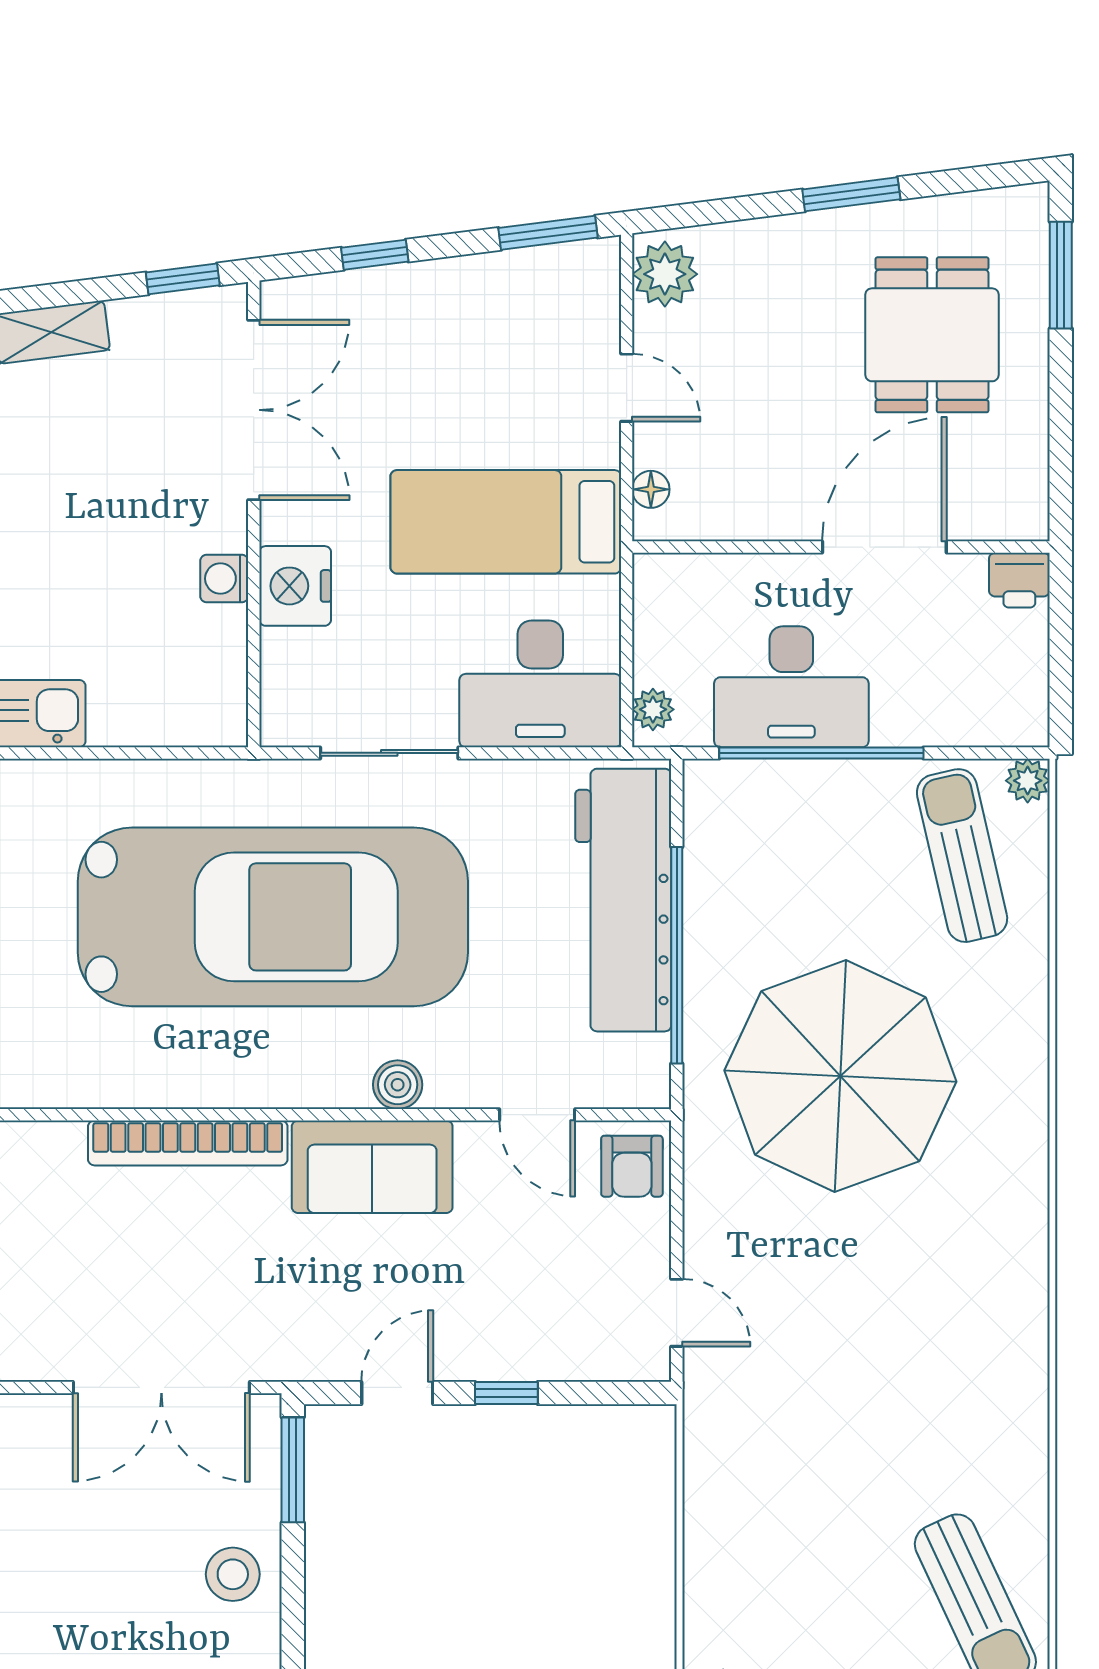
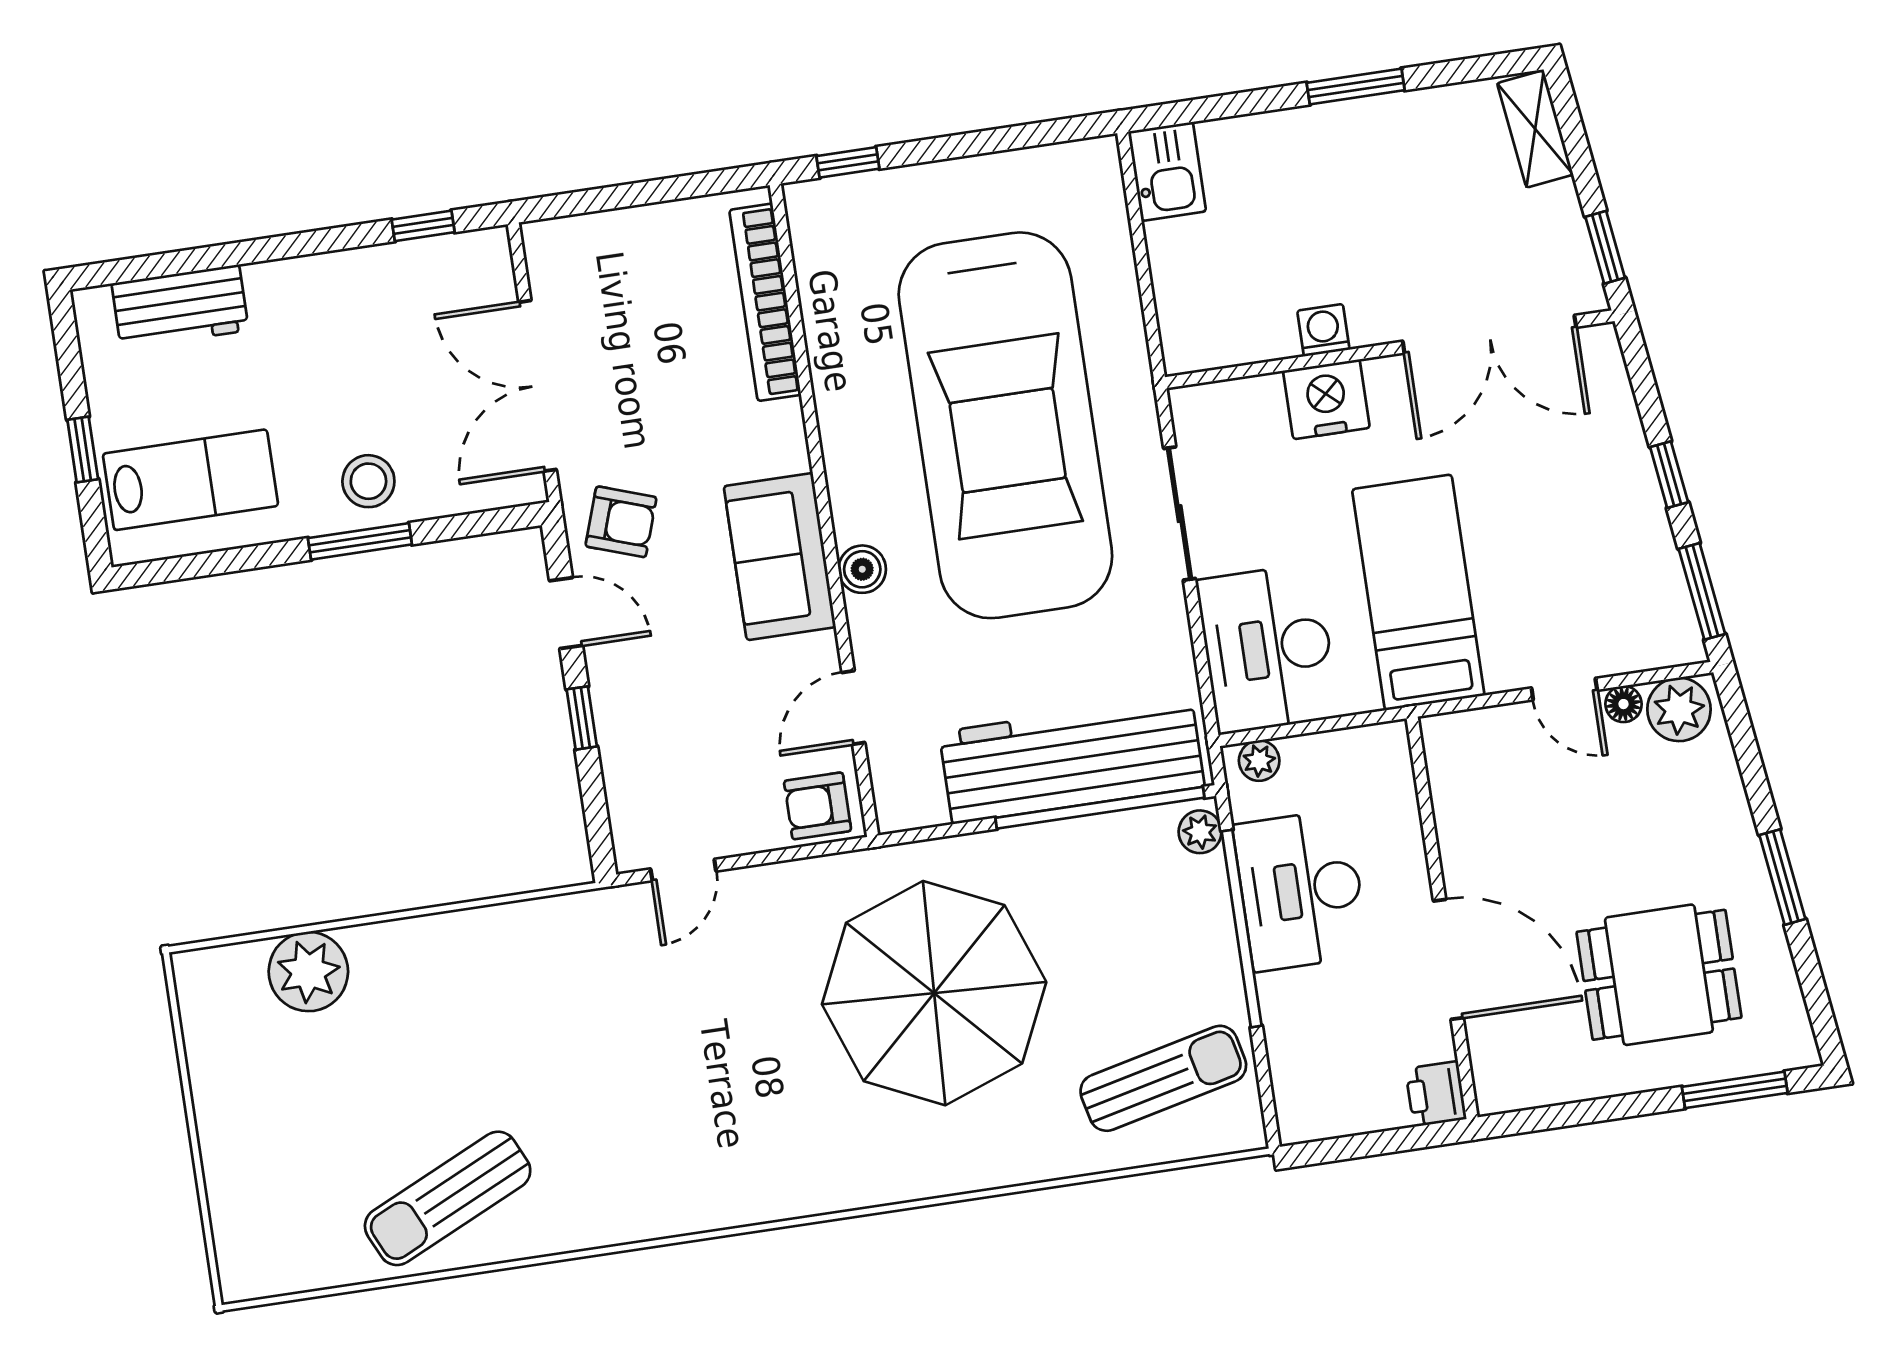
window: (375, 255) -> (1669, 475), moved
door: (627, 388) -> (1564, 689), hinge flipped
floor lamp: (651, 489) -> (1623, 704), moved
plant: (1028, 781) -> (1200, 832), moved
window: (677, 955) -> (1100, 808), moved
bookcase: (188, 1143) -> (765, 302), moved
armchair: (313, 1323) -> (621, 522), added
window: (293, 1470) -> (360, 541), moved

